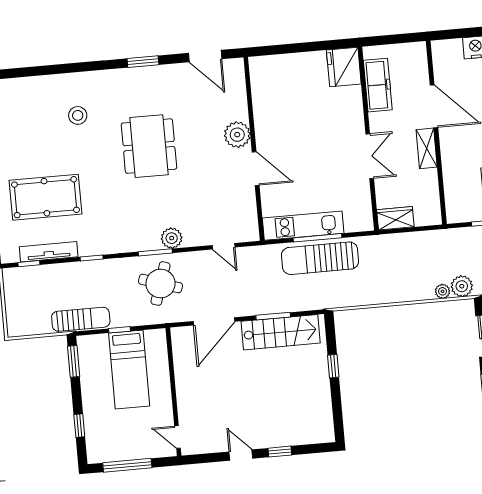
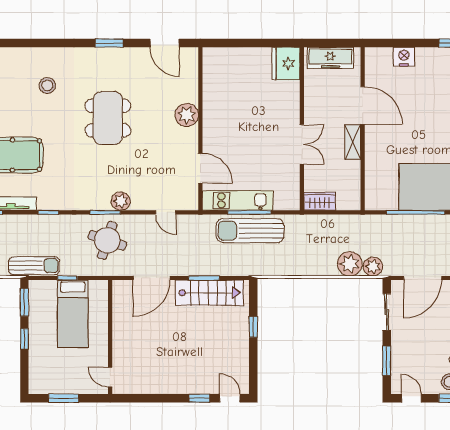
freezer: (378, 85) -> (330, 58), moved, turned 90
door: (256, 169) -> (200, 168), moved
plant: (443, 291) -> (350, 264), width x1.87, depth x1.87
window: (79, 426) -> (24, 339), moved
door: (241, 455) -> (230, 398), moved
window: (127, 465) -> (64, 398), width x0.69

